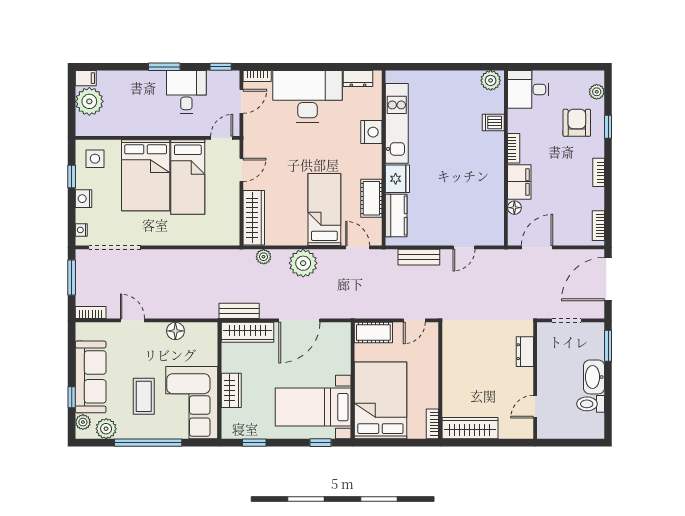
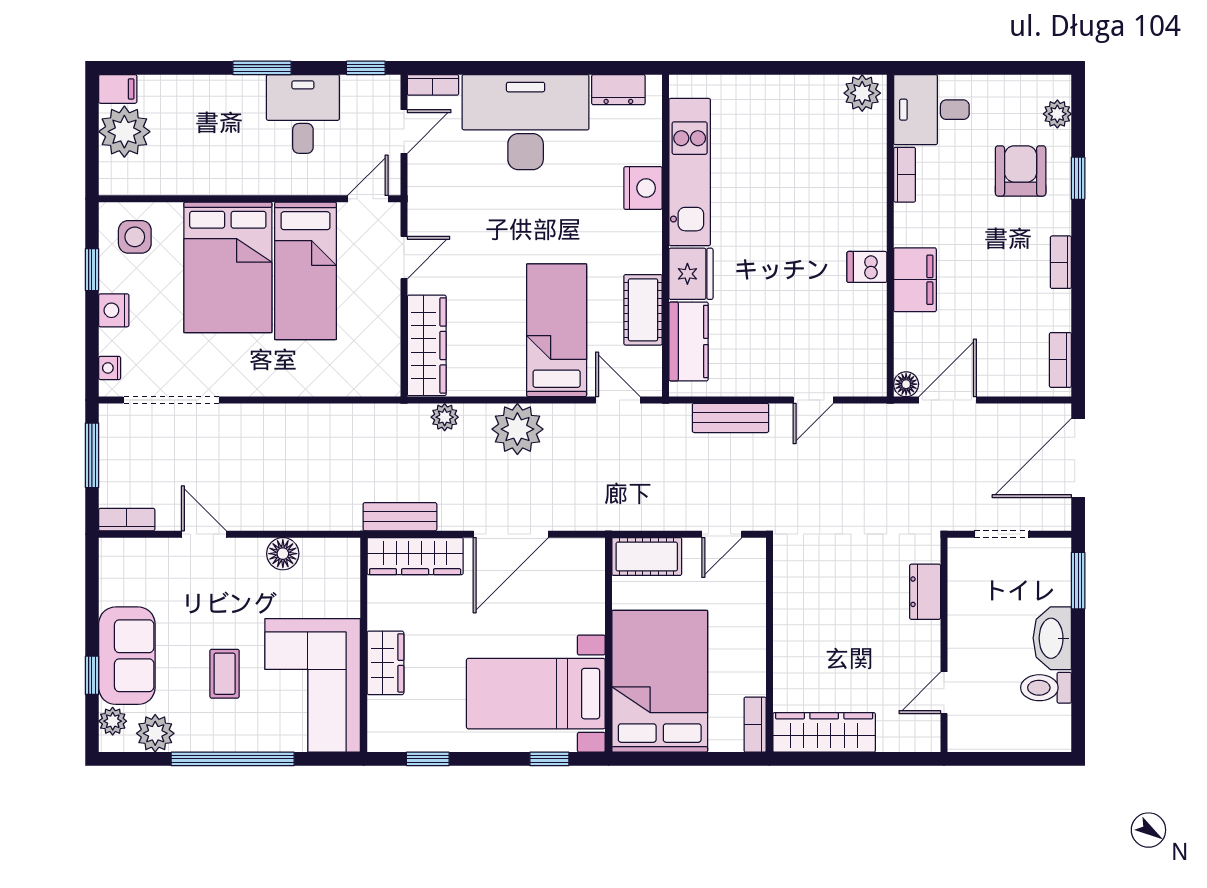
dishwasher: (493, 122) -> (867, 267), moved
bookcase: (514, 148) -> (905, 175), moved
floor lamp: (514, 208) -> (906, 384), moved
sofa: (91, 377) -> (127, 656), width x0.73
coffee table: (144, 396) -> (225, 674), width x0.73, depth x0.77

